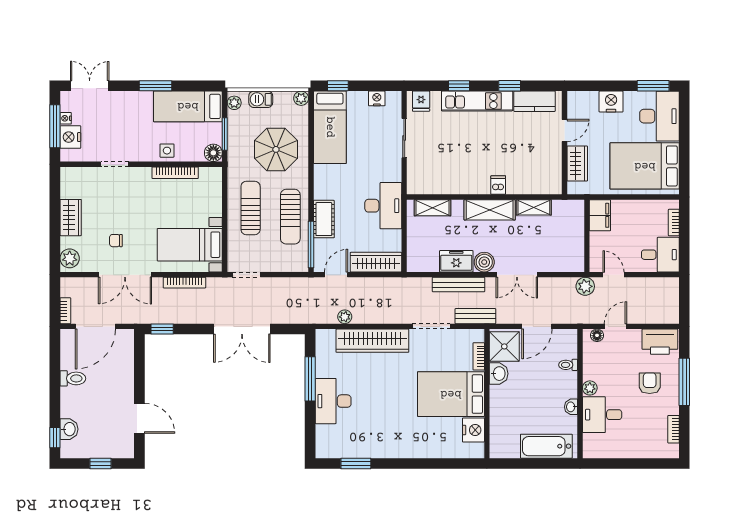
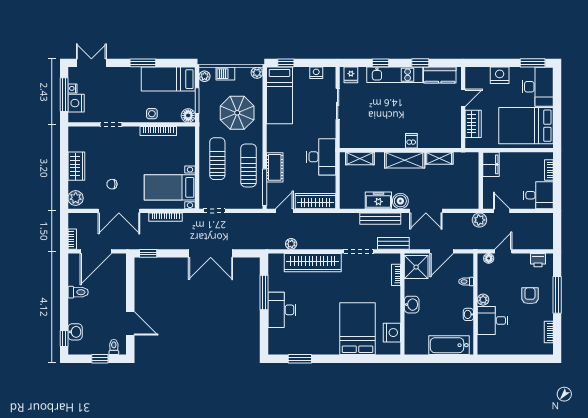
sun lounger: (290, 217) -> (248, 165), turned 180
printer: (660, 342) -> (538, 260), width x0.53, depth x0.68
washbasin: (499, 374) -> (412, 305), moved
bed: (451, 394) -> (358, 329), moved, turned 90
toilet: (118, 448) -> (114, 347), added

